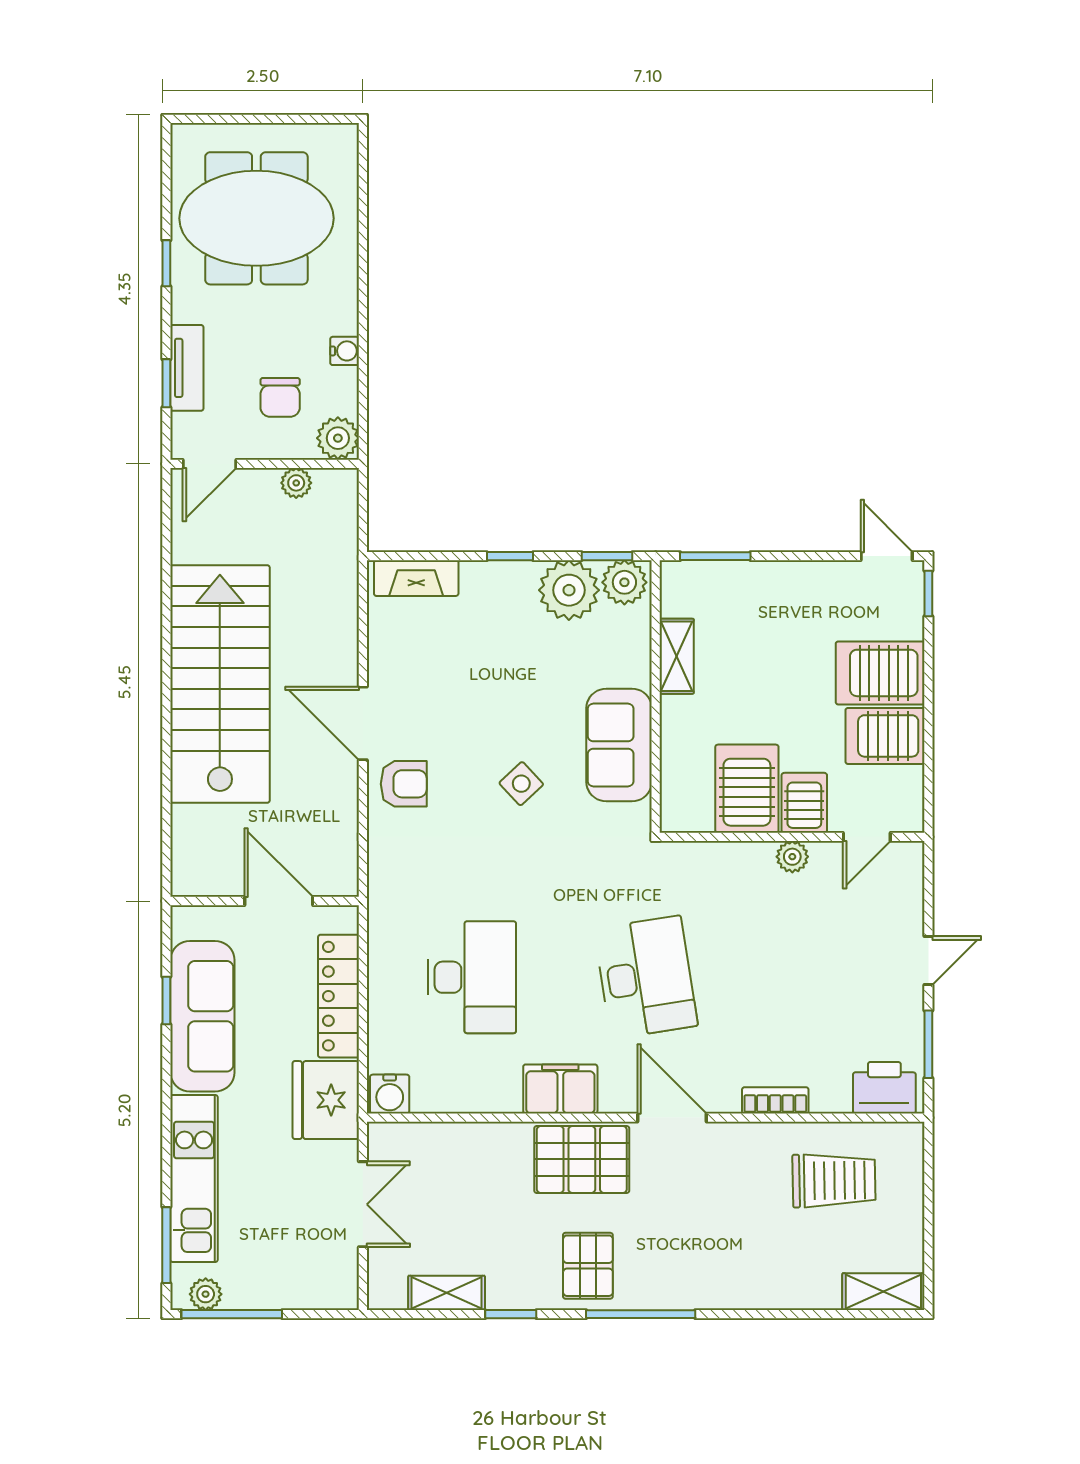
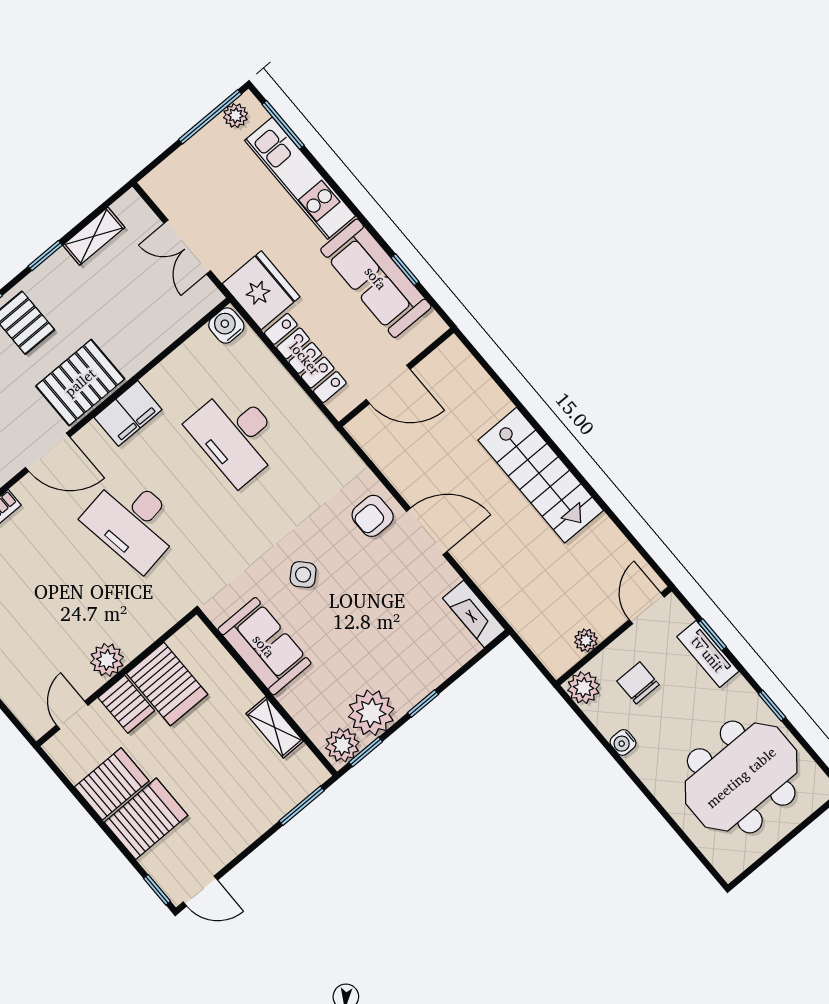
fireplace: (416, 578) -> (474, 614), moved, turned -90
stairs: (220, 684) -> (541, 475), width x0.73, depth x0.66
plant: (792, 857) -> (107, 660), width x1.38, depth x1.38

